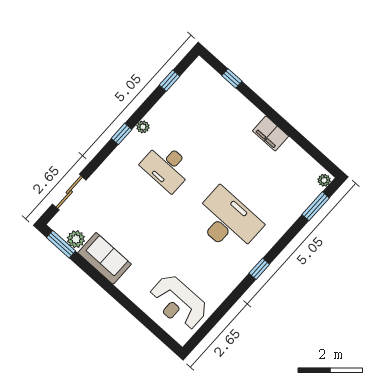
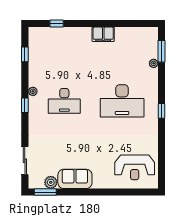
plant: (324, 180) -> (154, 63), moved
desk: (227, 221) -> (122, 101), turned 180

